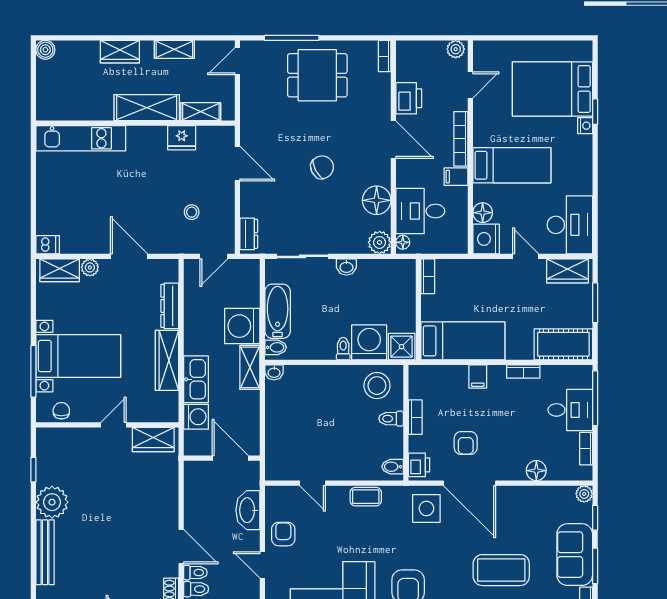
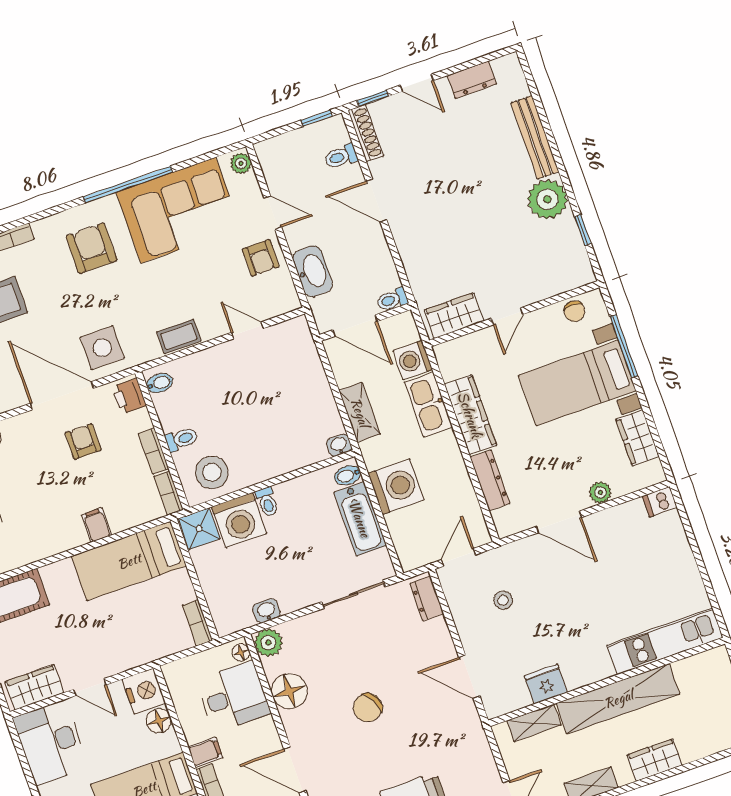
shelving: (147, 108) -> (618, 699), width x1.47
washbasin: (346, 267) -> (266, 611), moved
wardrobe: (60, 270) -> (637, 438), moved, turned -90
shelving: (250, 367) -> (360, 412), moved
bookcase: (523, 371) -> (169, 493), moved, turned -90
toilet: (195, 573) -> (392, 300), moved

